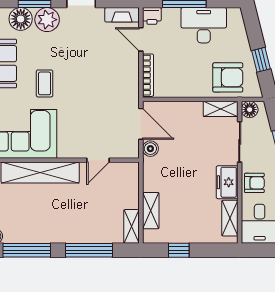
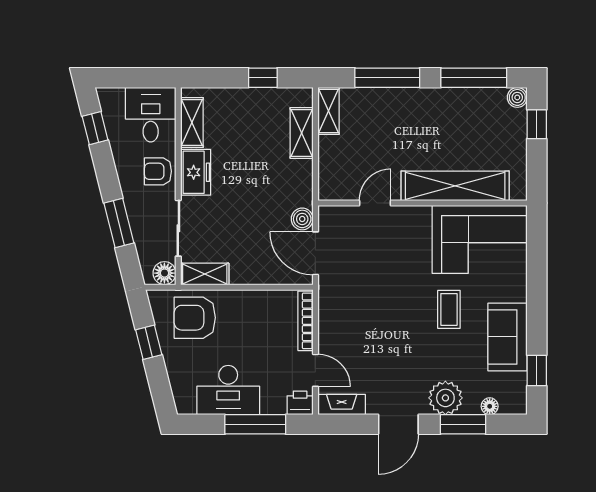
floor lamp: (21, 19) -> (490, 406), width x0.53, depth x0.53

